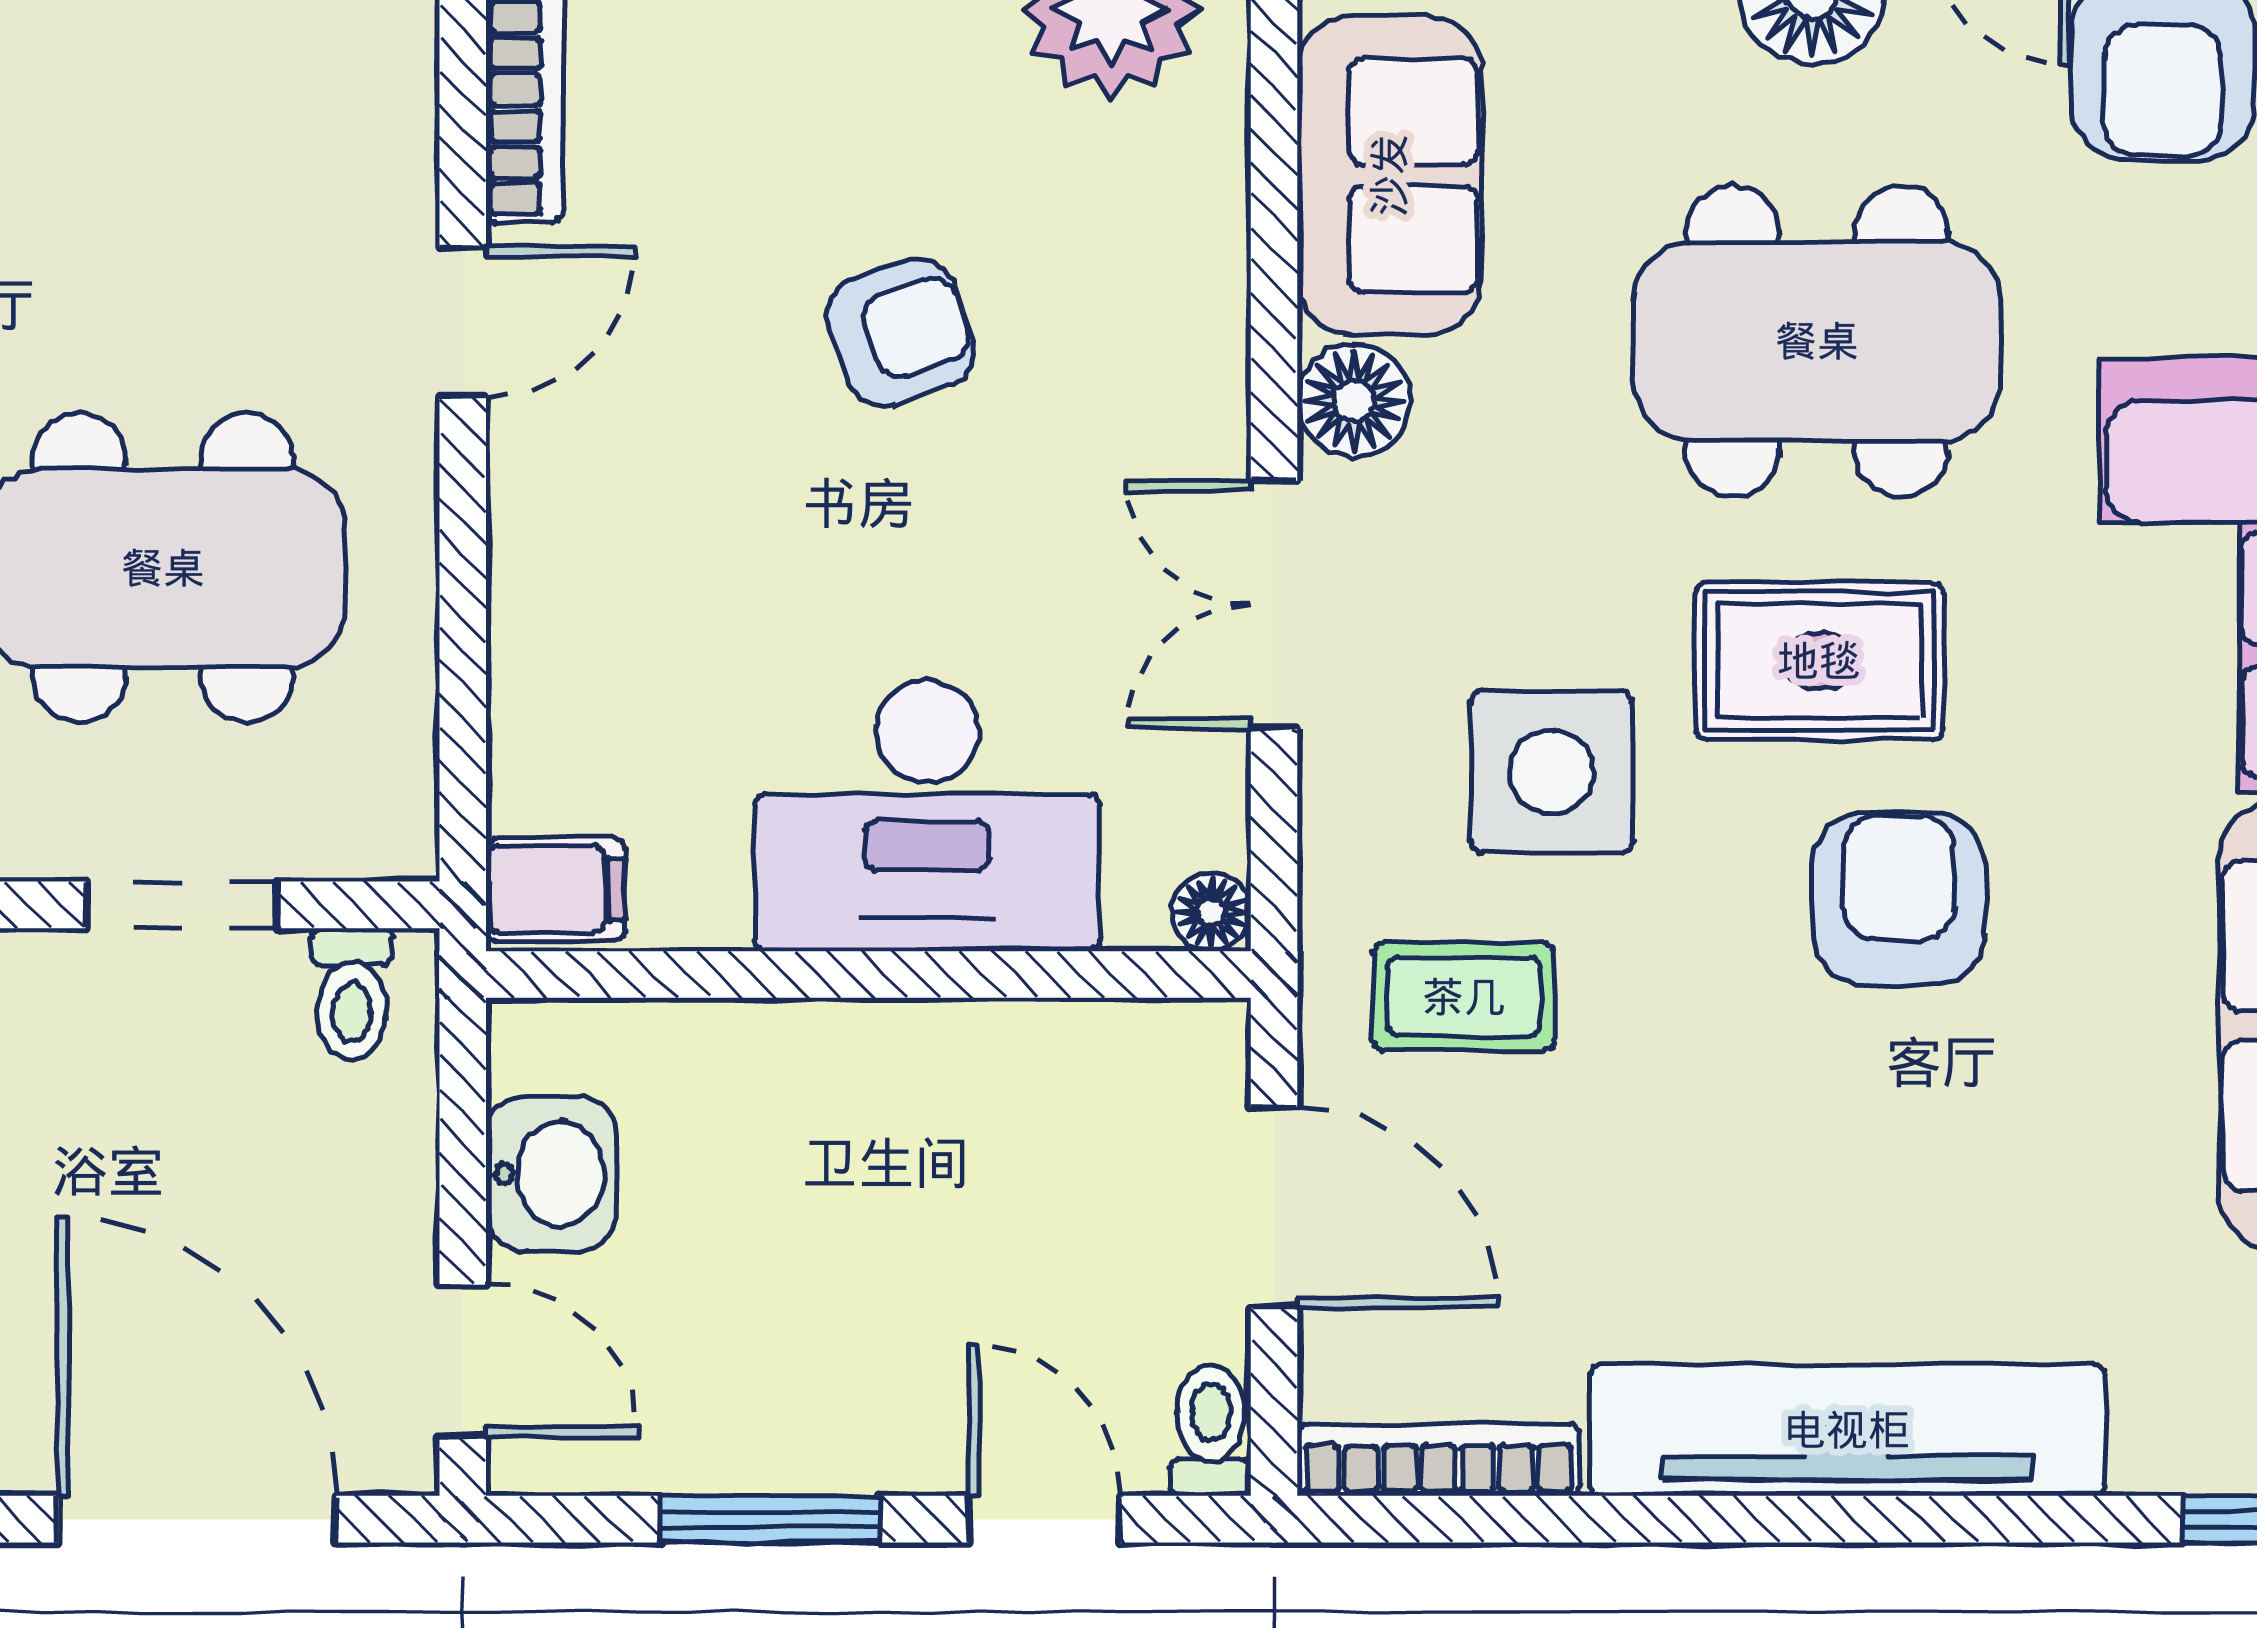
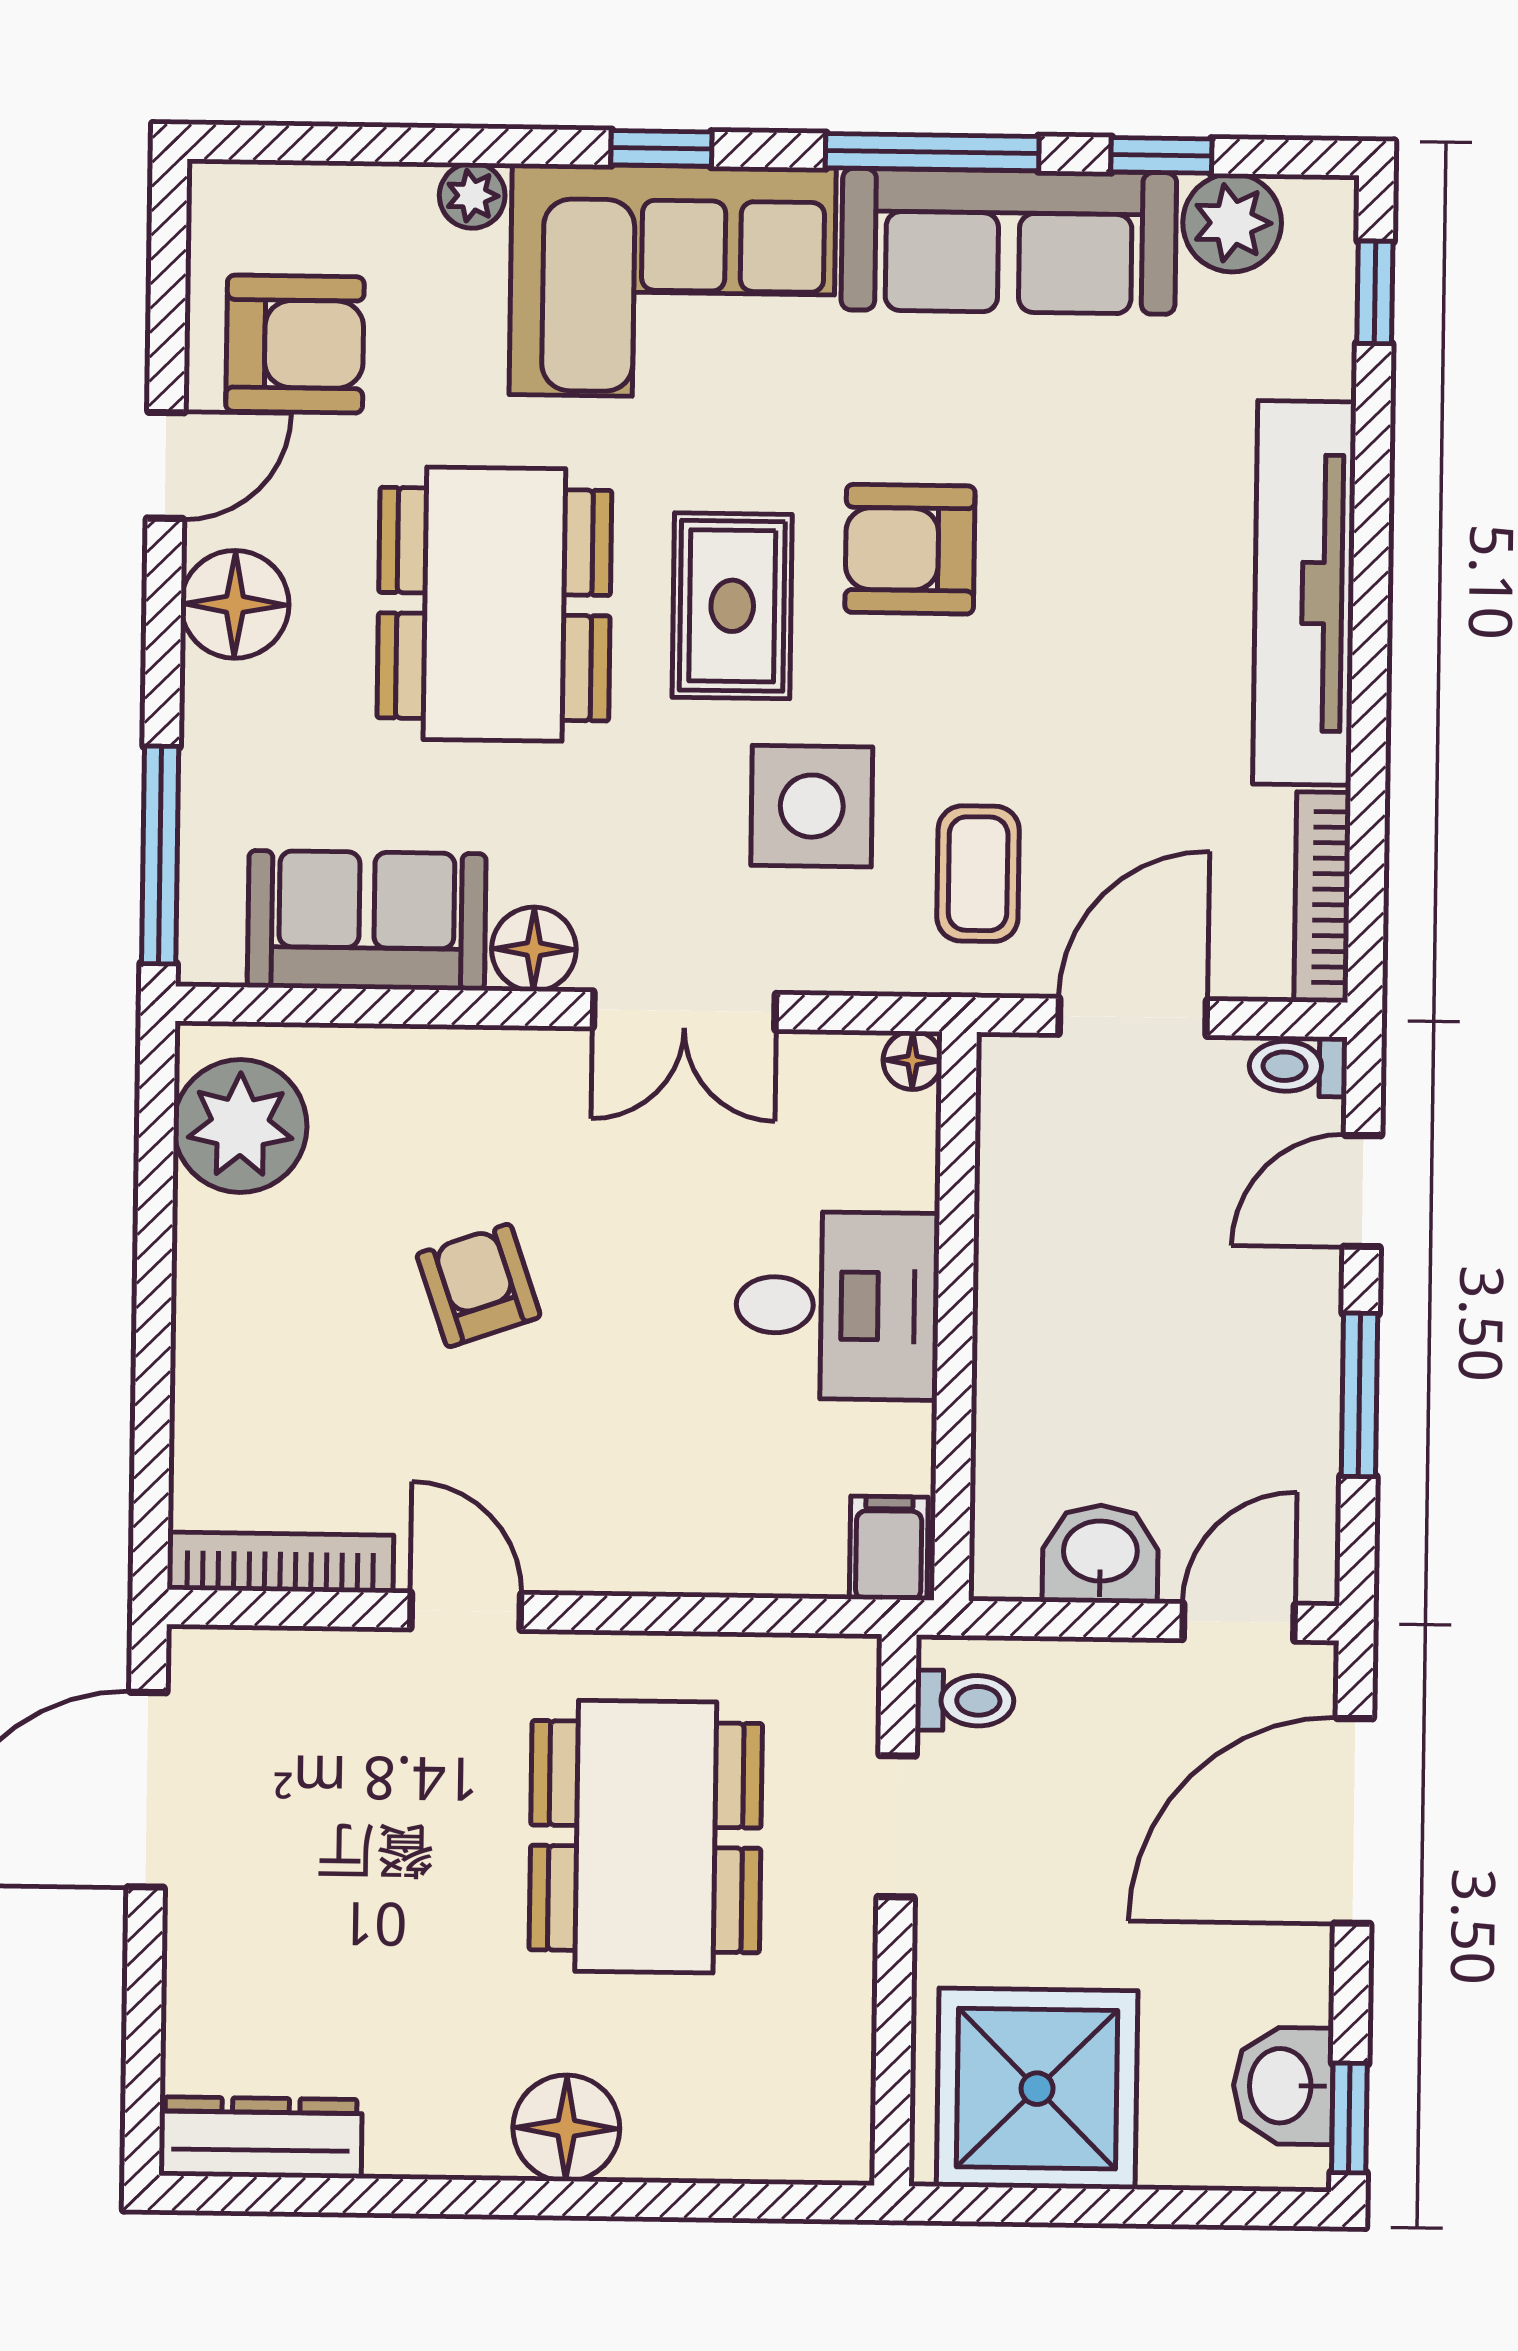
desk: (927, 816) -> (837, 1306), width x0.73

